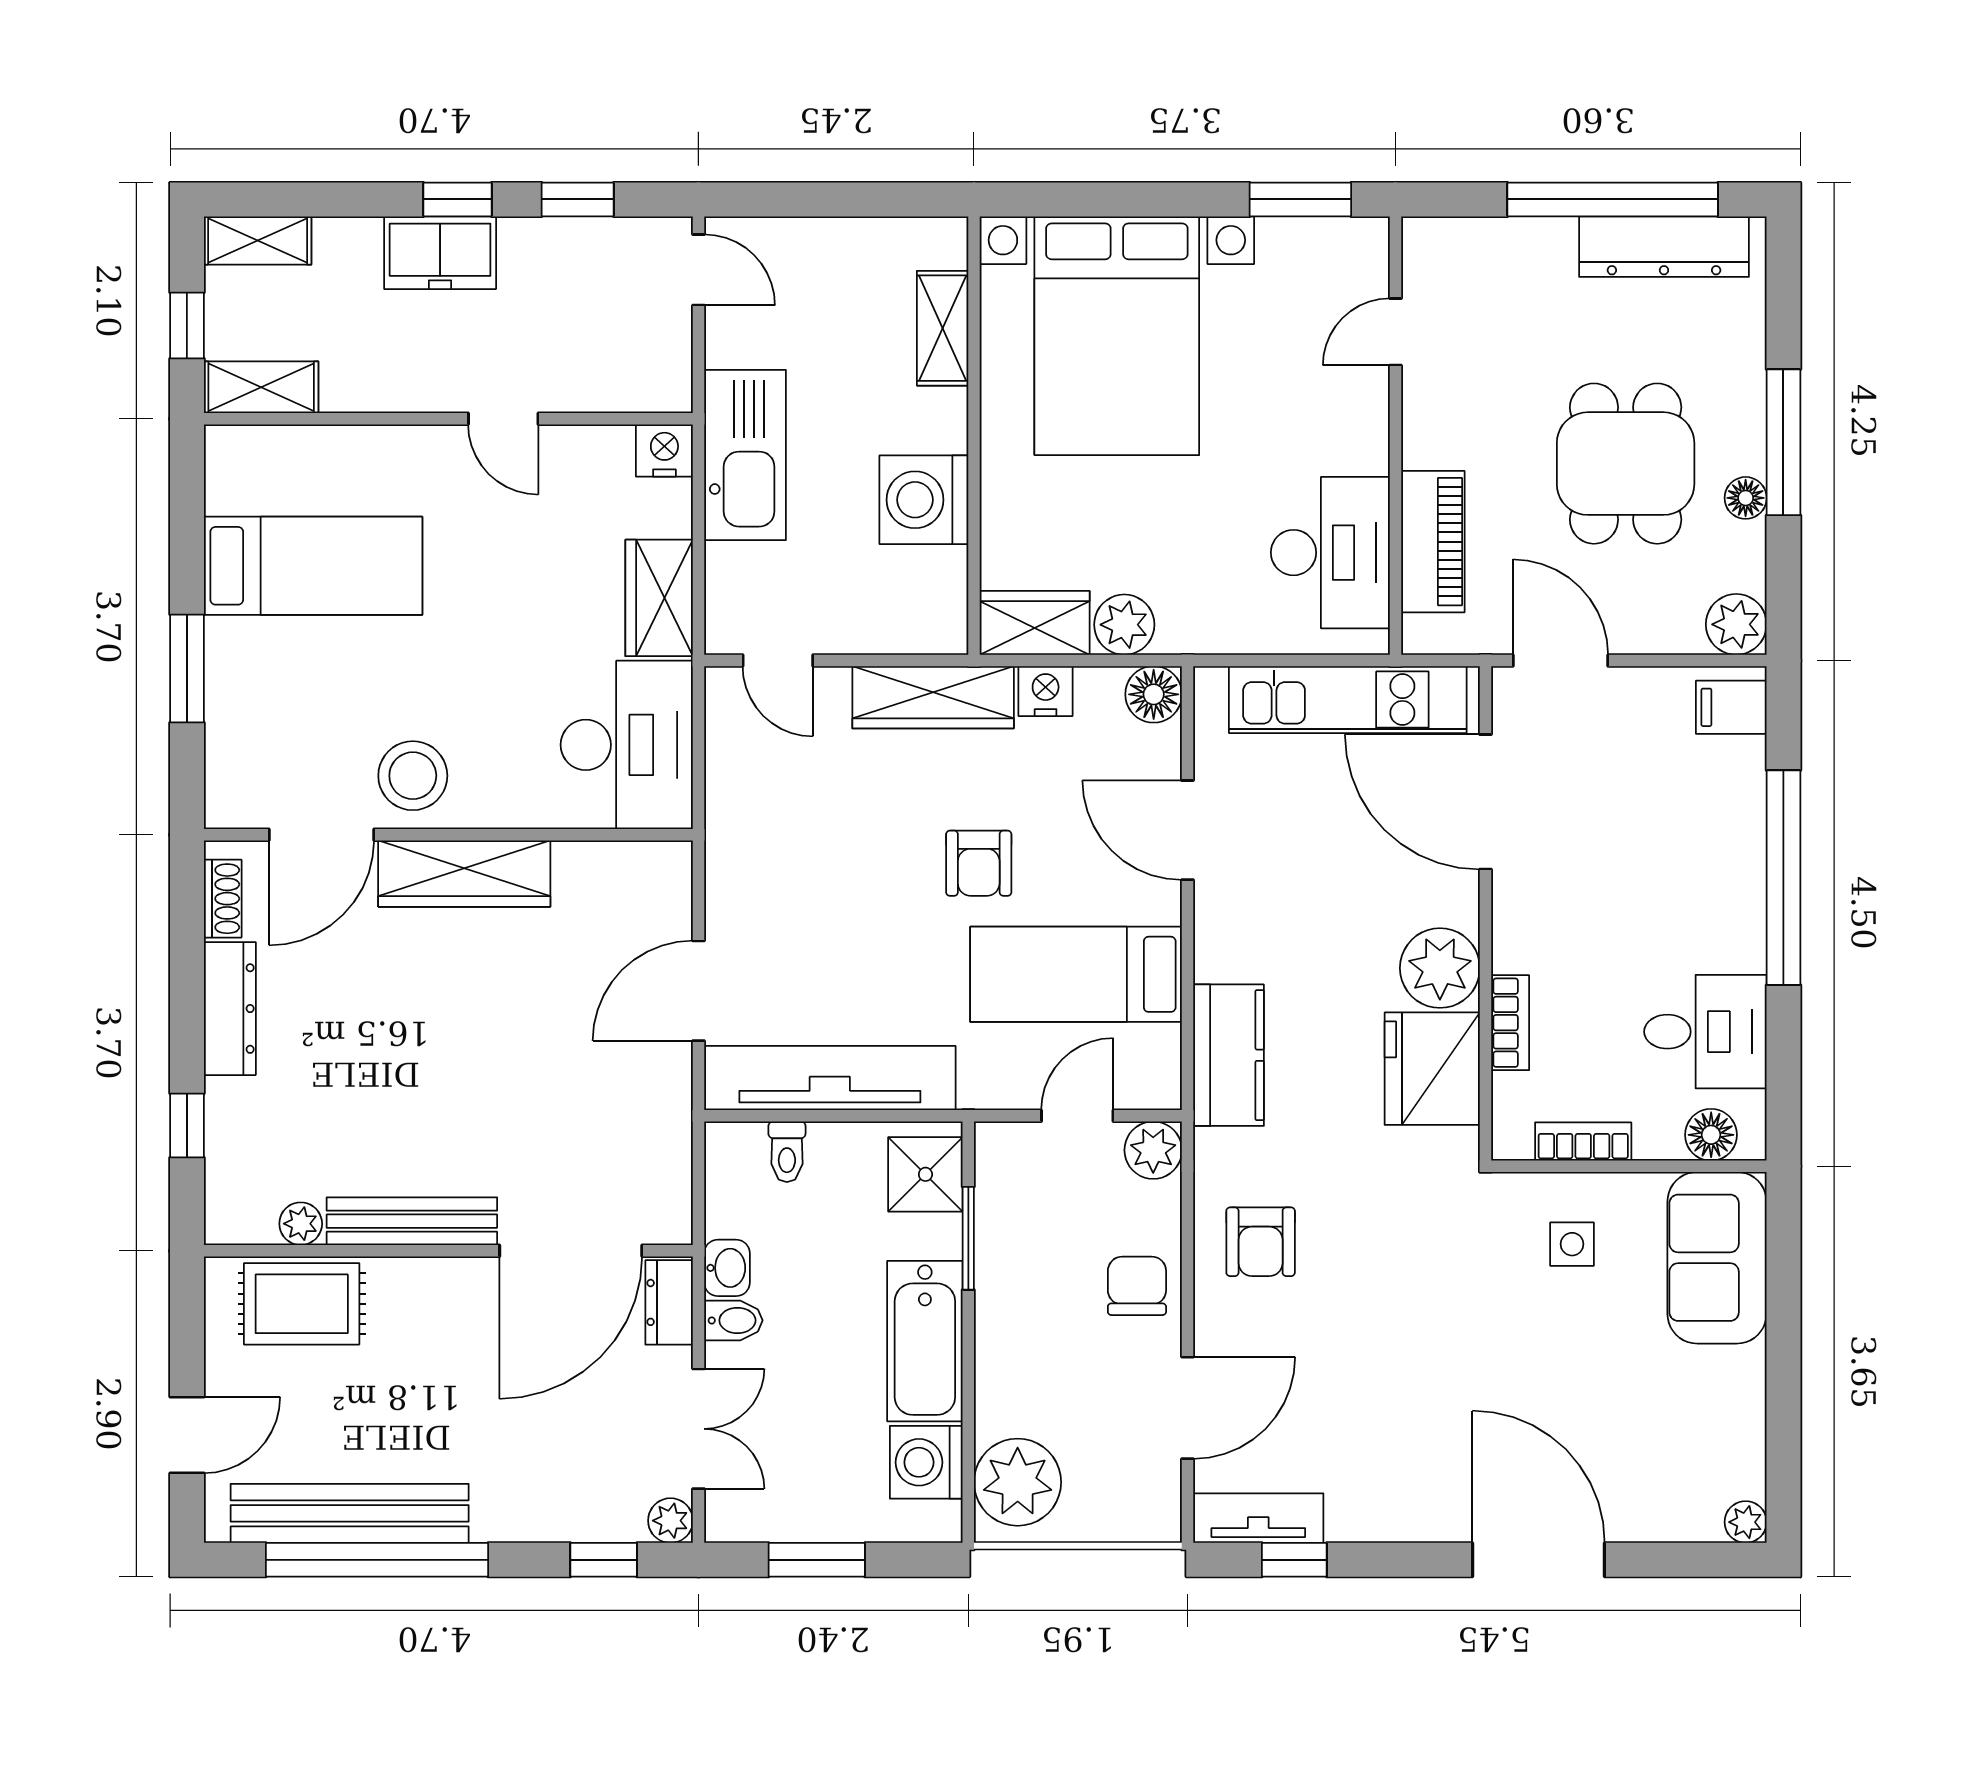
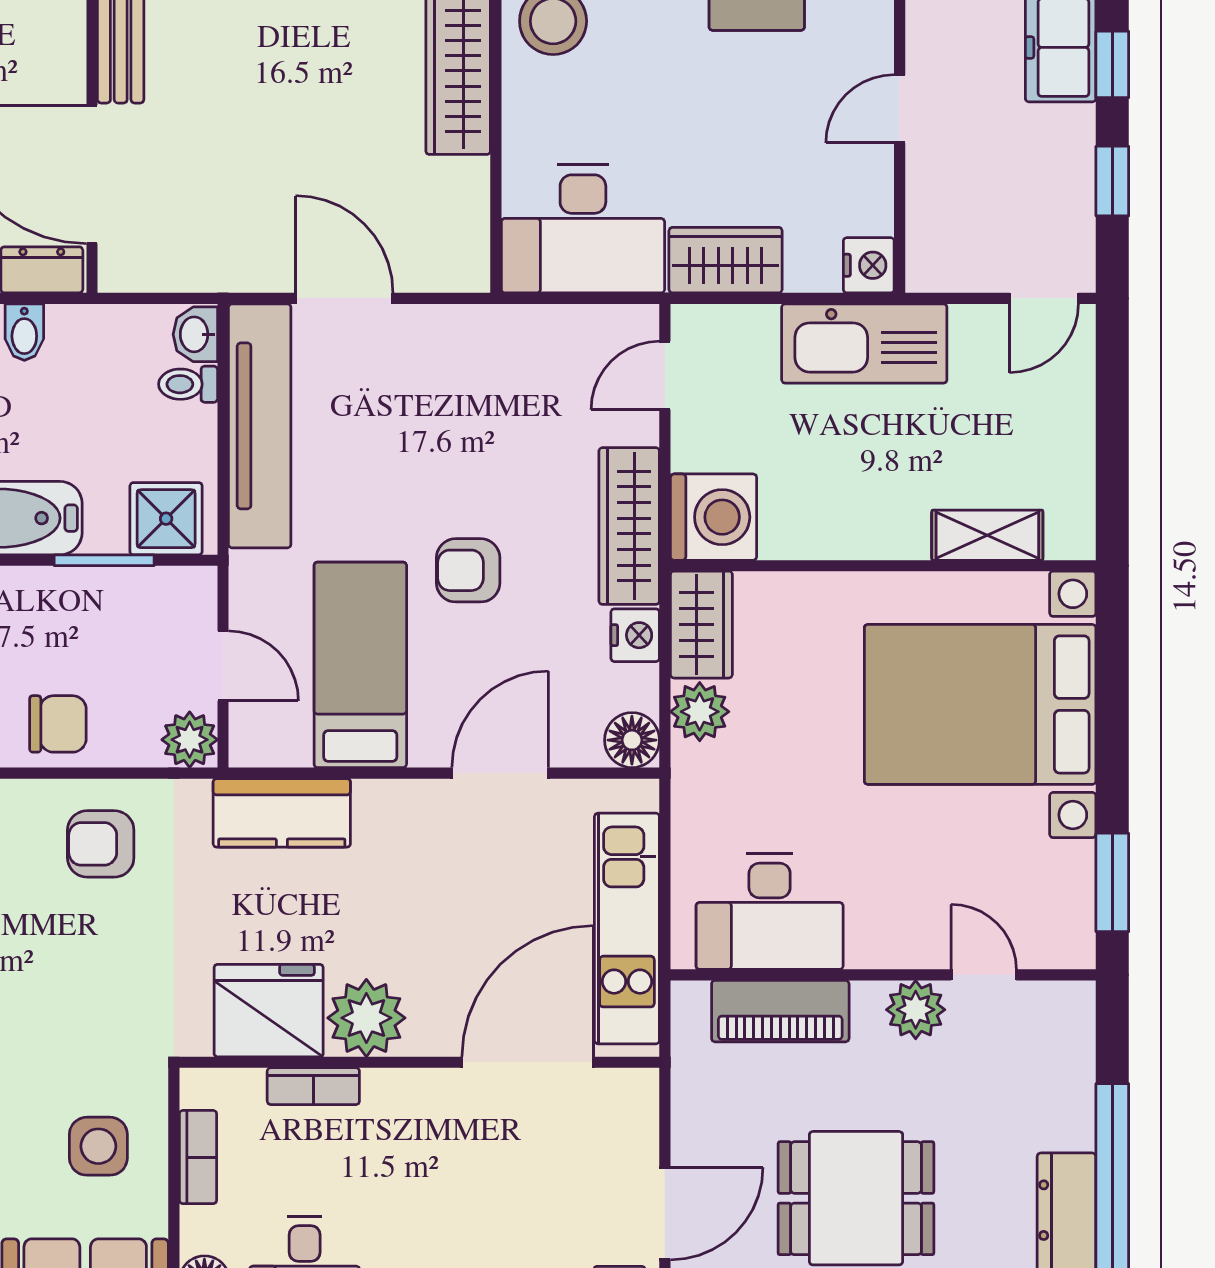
plant: (1431, 402) -> (916, 1010), added
washing machine: (924, 500) -> (714, 517), moved, turned 90
door: (1560, 660) -> (665, 1214), moved
side table: (1572, 1244) -> (98, 1146), width x1.37, depth x1.37
washbasin: (727, 1268) -> (195, 334), moved, turned 90

